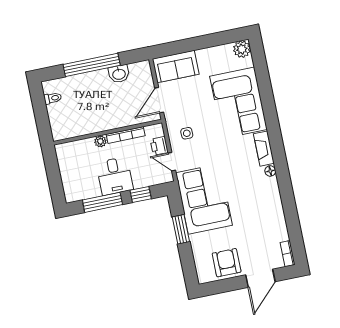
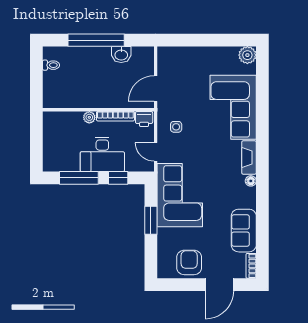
sofa: (176, 67) -> (244, 231), moved, turned 90
printer: (159, 146) -> (144, 119), moved, turned -90
desk: (115, 176) -> (102, 154), width x1.37

